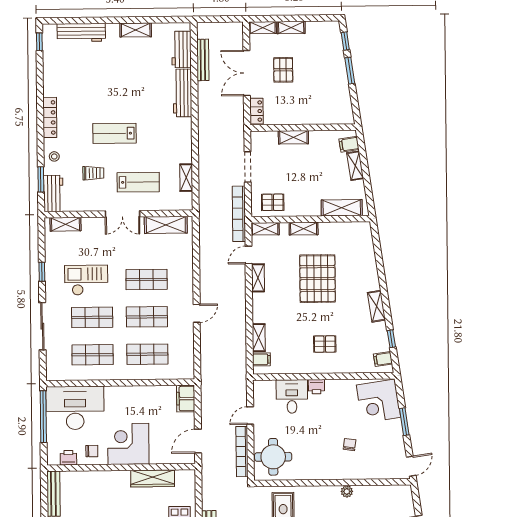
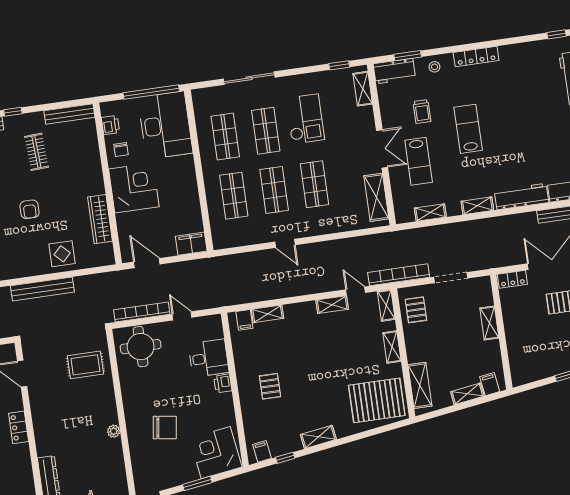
shelving: (186, 134) -> (477, 206), added
double door: (122, 214) -> (382, 149), swing flipped
window: (42, 272) -> (339, 65), moved
pallet: (318, 279) -> (377, 400), moved
chair: (350, 445) -> (165, 427), width x1.87, depth x1.87

